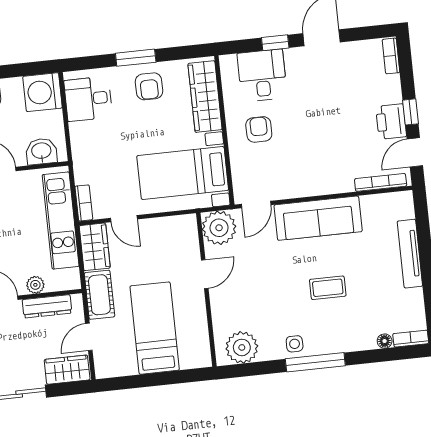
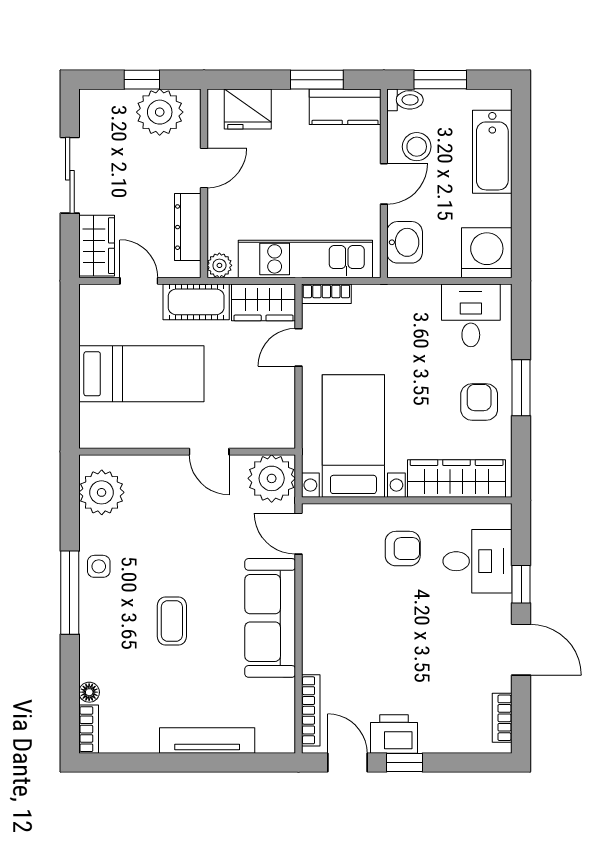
bookcase: (391, 56) -> (502, 718), moved, turned -90
armchair: (149, 86) -> (479, 402), turned 90
plant: (35, 285) -> (219, 265), moved

